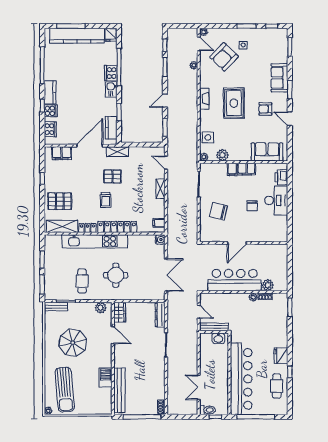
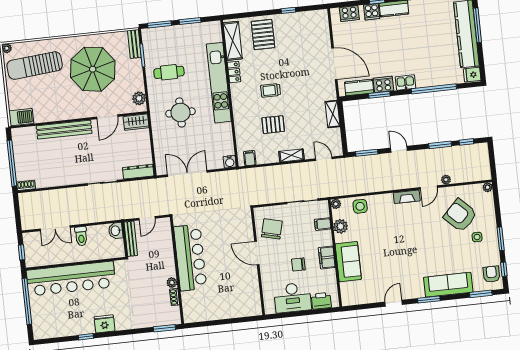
door: (199, 44) -> (429, 188), moved
cooker: (111, 73) -> (383, 84), moved
sofa: (279, 78) -> (448, 285), width x1.36
rug: (234, 103) -> (405, 233), removed
armchair: (265, 109) -> (491, 274), moved
shelving: (117, 152) -> (333, 114), moved
sofa: (267, 152) -> (348, 262), moved
filing cabinet: (62, 153) -> (322, 31), removed
door: (166, 163) -> (324, 159), hinge flipped
filing cabinet: (232, 169) -> (323, 224), moved
pallet: (112, 177) -> (273, 125), moved, turned 90
chair: (252, 206) -> (298, 264), moved
locker: (117, 227) -> (239, 108), removed
door: (237, 243) -> (257, 253), moved
wall: (244, 243) -> (258, 261), moved
double door: (166, 275) -> (187, 174), swing flipped
plant: (268, 285) -> (188, 299), removed
washbasin: (218, 338) -> (116, 231), moved
parasol: (73, 343) -> (93, 69), width x1.36, depth x1.36
barbecue: (105, 378) -> (21, 117), moved
cafe table: (277, 386) -> (67, 323), removed
double door: (199, 387) -> (55, 228), swing flipped
bench: (119, 390) -> (64, 130), moved
toilet: (208, 410) -> (81, 236), moved

